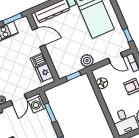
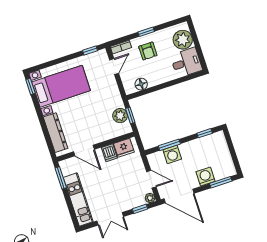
door: (39, 37) -> (84, 151), swing flipped
plant: (87, 61) -> (120, 116), moved
washing machine: (37, 105) -> (172, 154), moved

